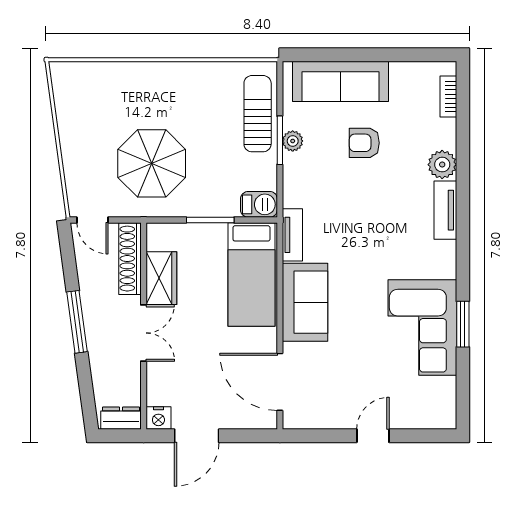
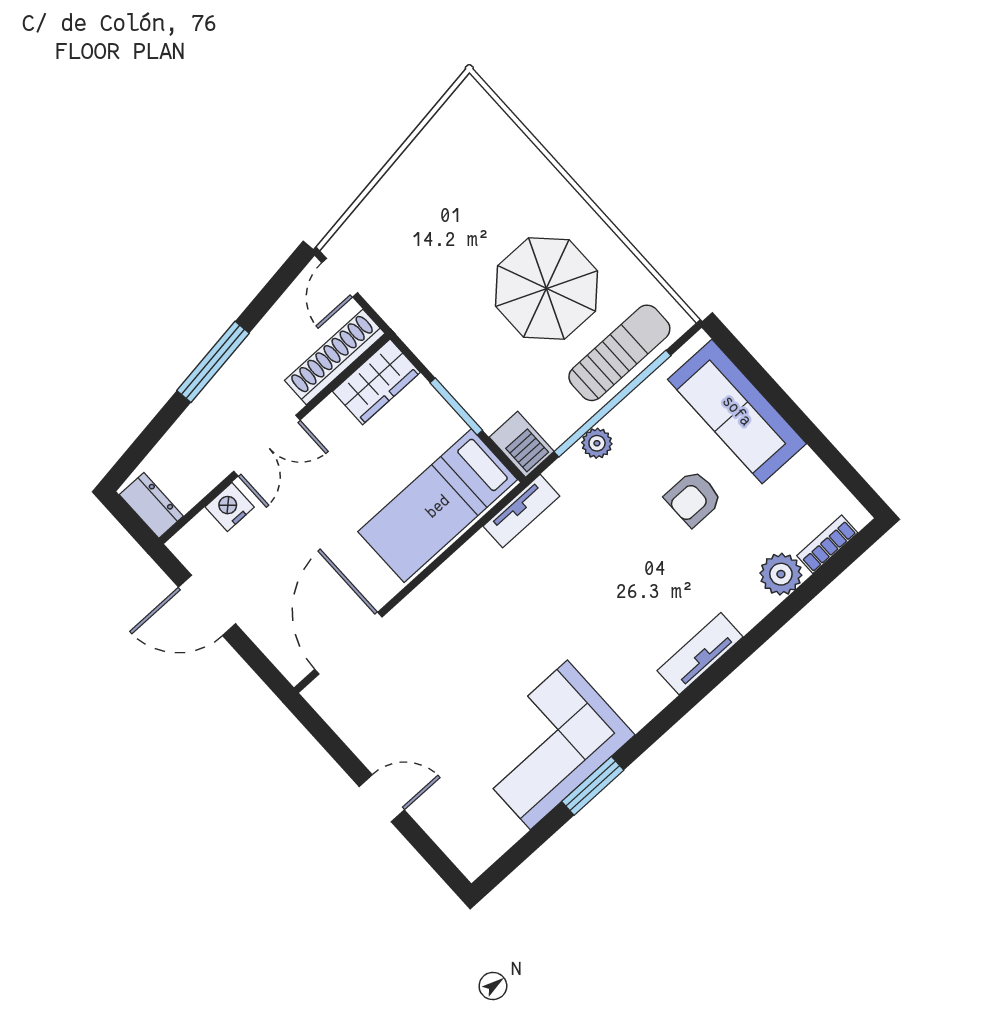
window: (280, 140) -> (612, 404), width x2.11
plant: (293, 141) -> (597, 443), moved
armchair: (364, 143) -> (693, 498), turned -90
parasol: (152, 163) -> (546, 289), moved
plant: (442, 165) -> (781, 574), moved
wardrobe: (161, 278) -> (376, 382), moved
sofa: (305, 302) -> (460, 592), removed
nightstand: (158, 418) -> (230, 507), moved, turned 90

